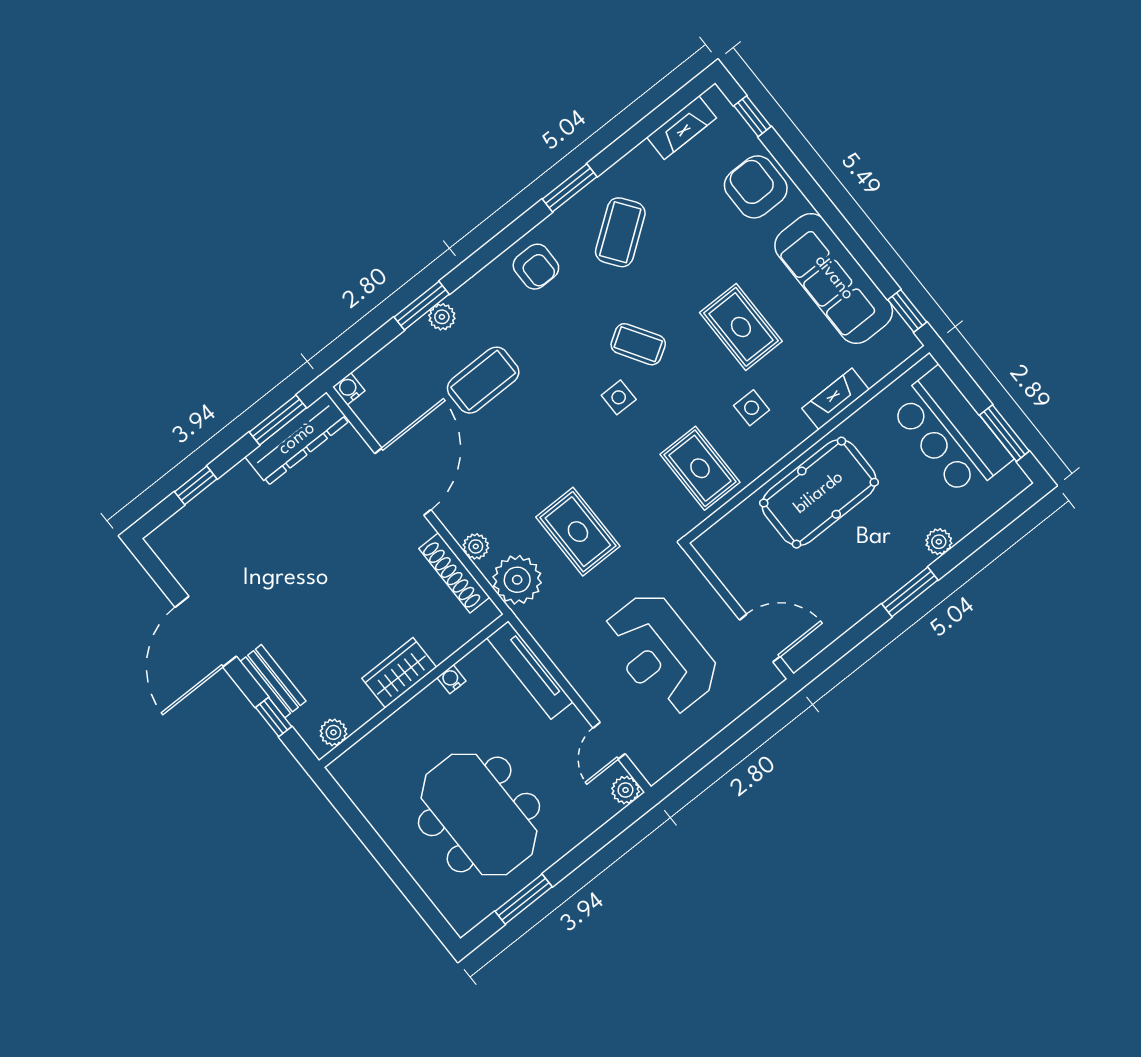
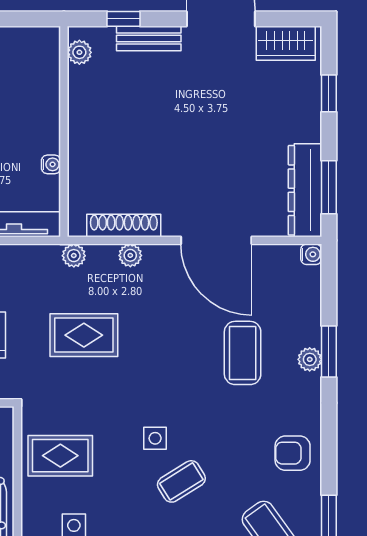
plant: (517, 580) -> (74, 256), width x0.53, depth x0.53
wardrobe: (399, 673) -> (286, 43), moved, turned 90

